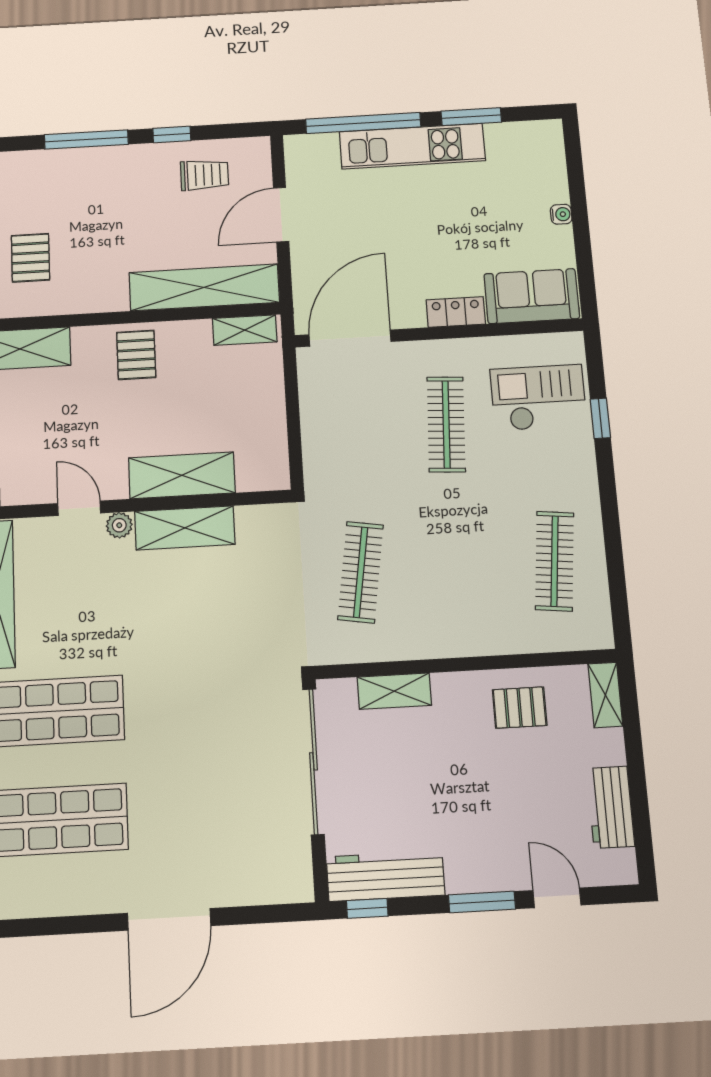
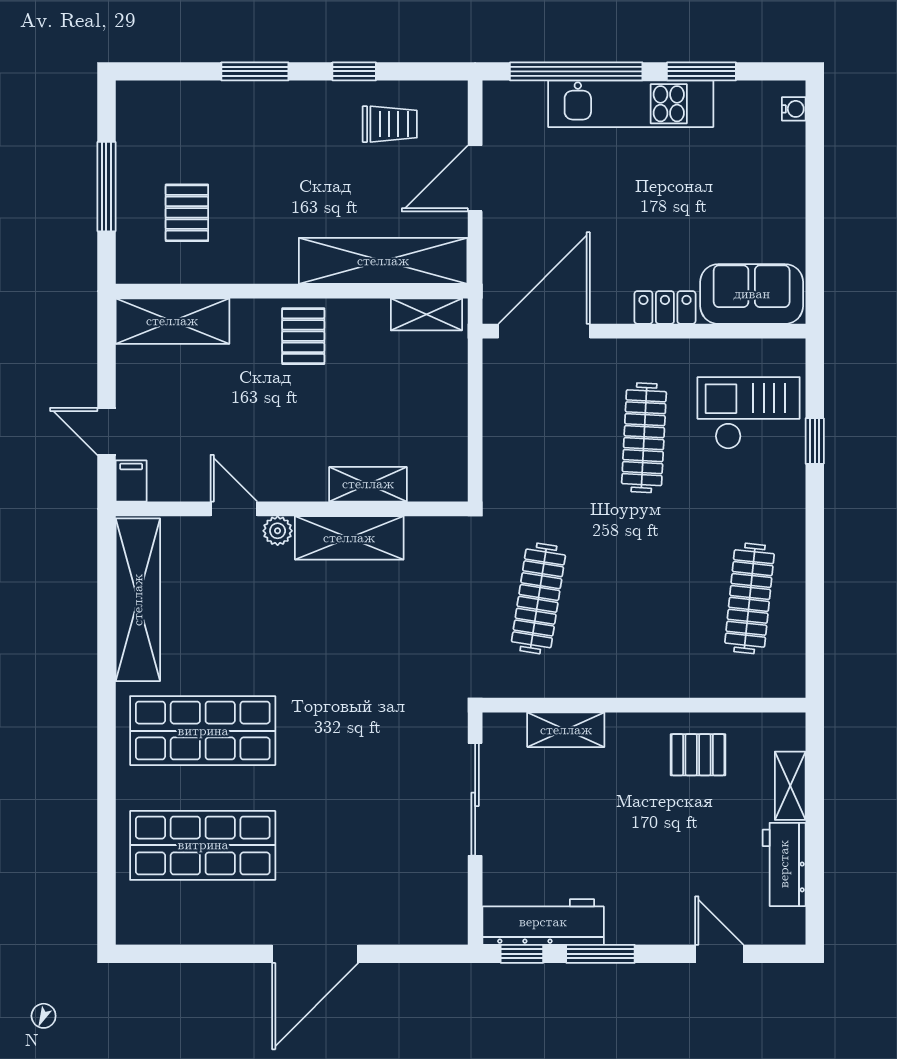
window: (86, 139) -> (255, 71), width x0.69
water cooler: (561, 214) -> (794, 109), moved
shelving: (182, 475) -> (368, 484), width x0.67, depth x0.75
shelving: (605, 695) -> (790, 786), moved
sliding door: (313, 761) -> (475, 799), width x0.73
window: (482, 902) -> (600, 954), moved

